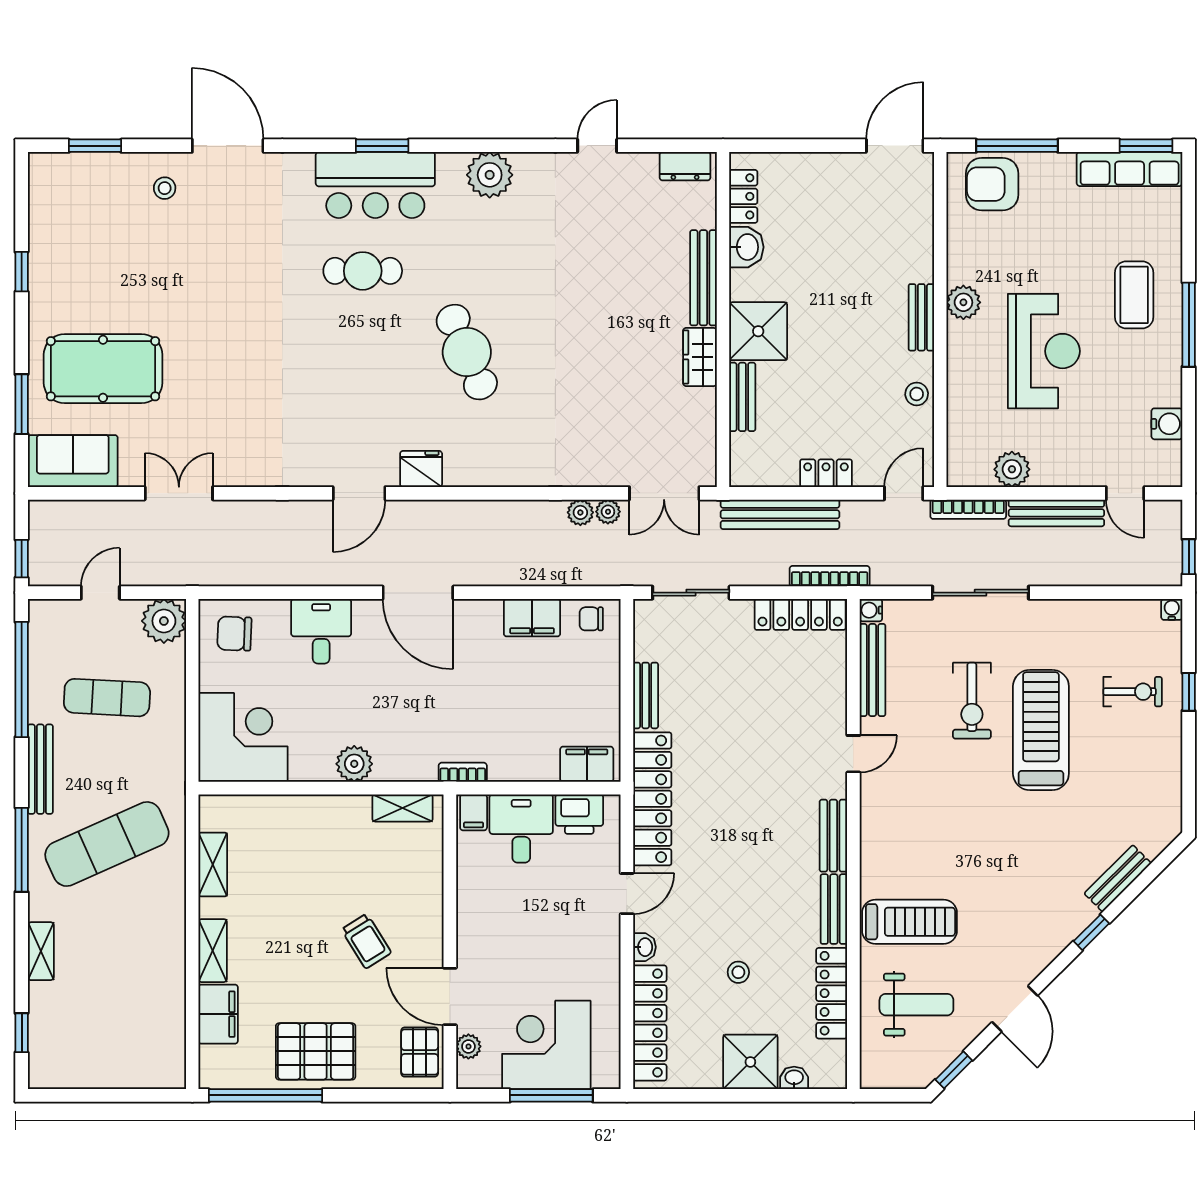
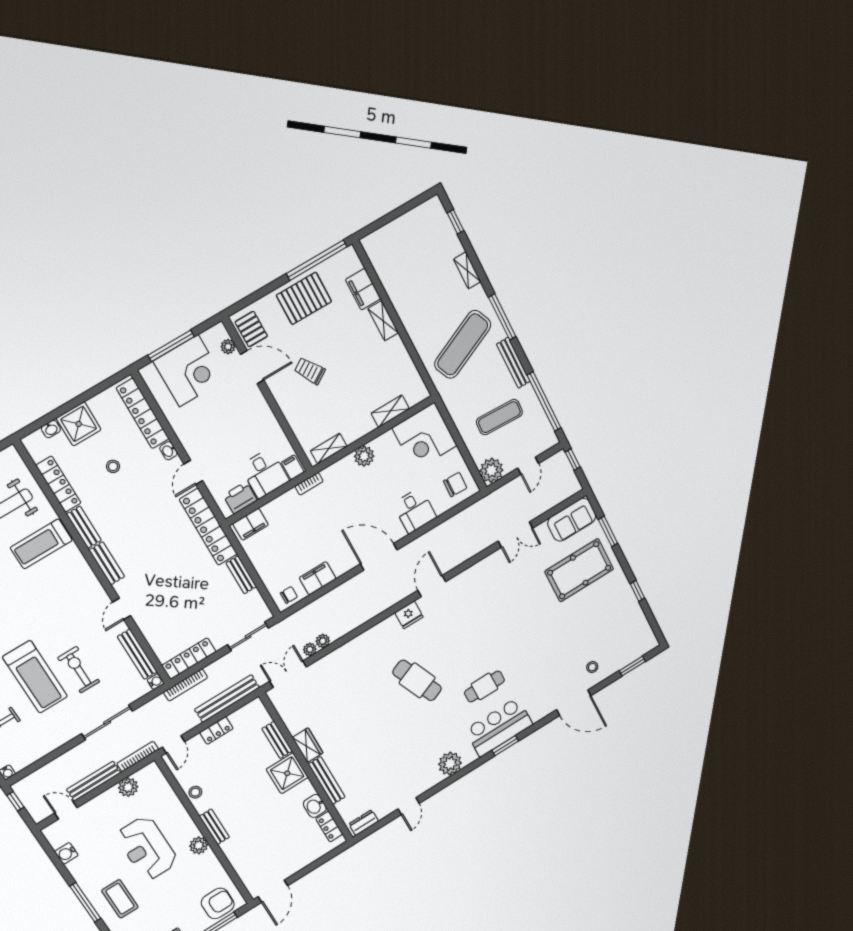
shelving: (213, 864) -> (390, 411), moved, turned 90

